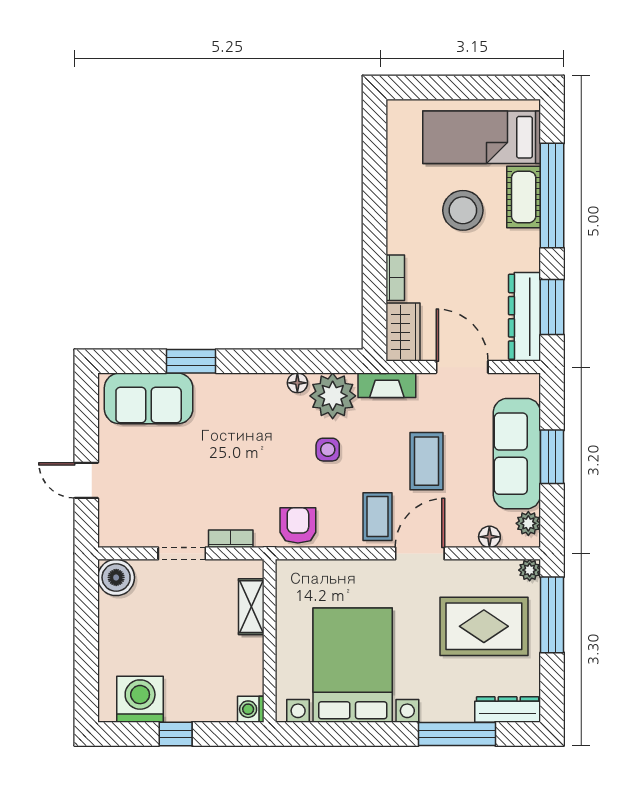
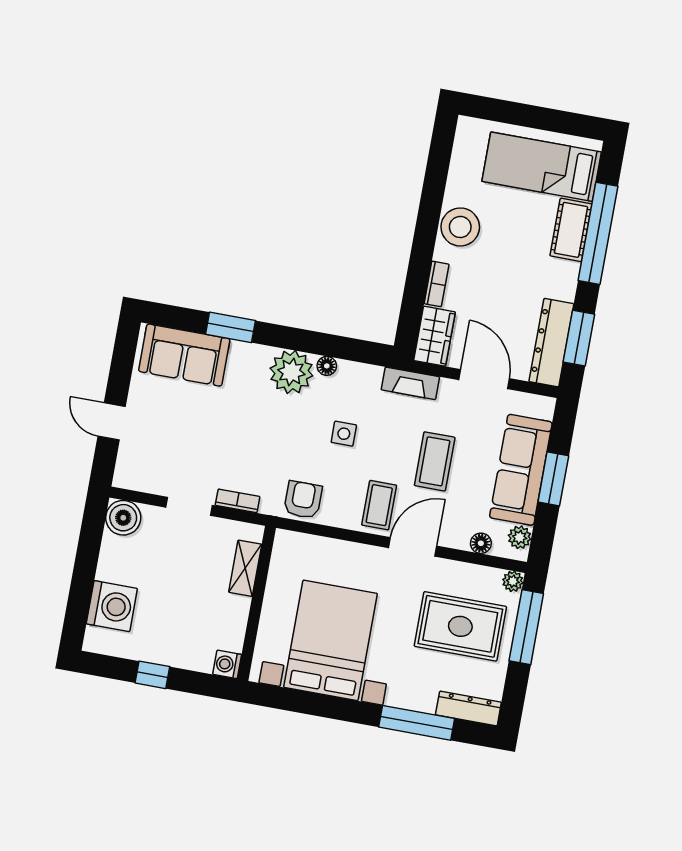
stool: (463, 210) -> (460, 227), moved
plant: (333, 396) -> (291, 372), moved
washing machine: (140, 699) -> (112, 606), moved, turned 90

